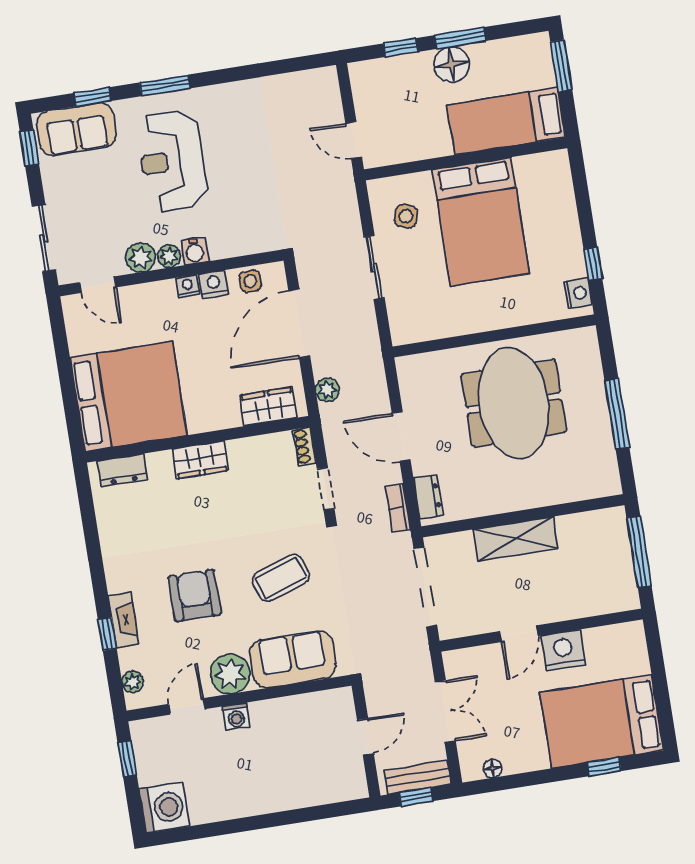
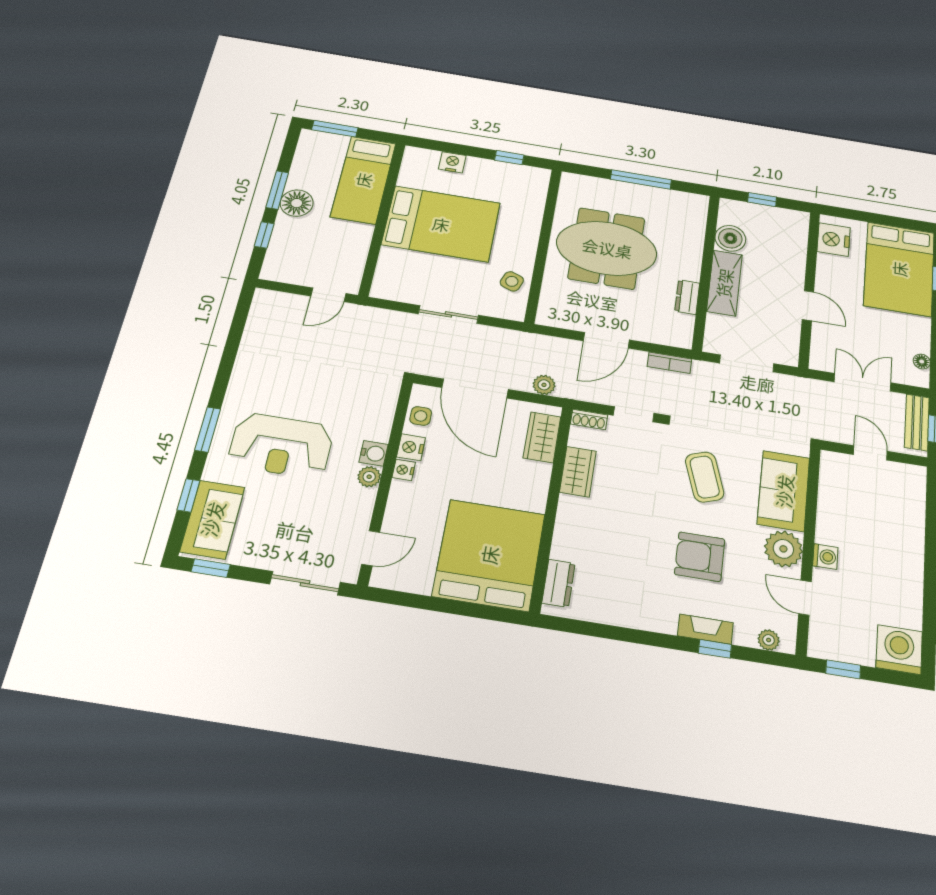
side table: (406, 216) -> (512, 281), moved
plant: (141, 257) -> (360, 502), removed
nightstand: (578, 293) -> (452, 162), moved
wardrobe: (200, 460) -> (578, 472), moved
dresser: (428, 497) -> (687, 297), moved, turned -90
boiler: (575, 530) -> (730, 238), added
window: (639, 552) -> (762, 200), width x0.46
doorway: (425, 587) -> (747, 363), width x0.73
nightstand: (563, 650) -> (834, 240), moved

